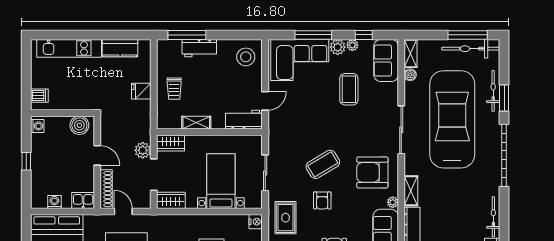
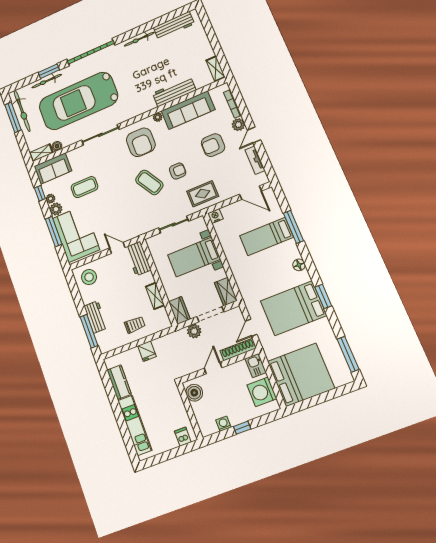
washing machine: (37, 126) -> (223, 424), moved
shelving: (411, 191) -> (144, 107), removed
washing machine: (54, 202) -> (262, 392), width x1.89, depth x1.89

